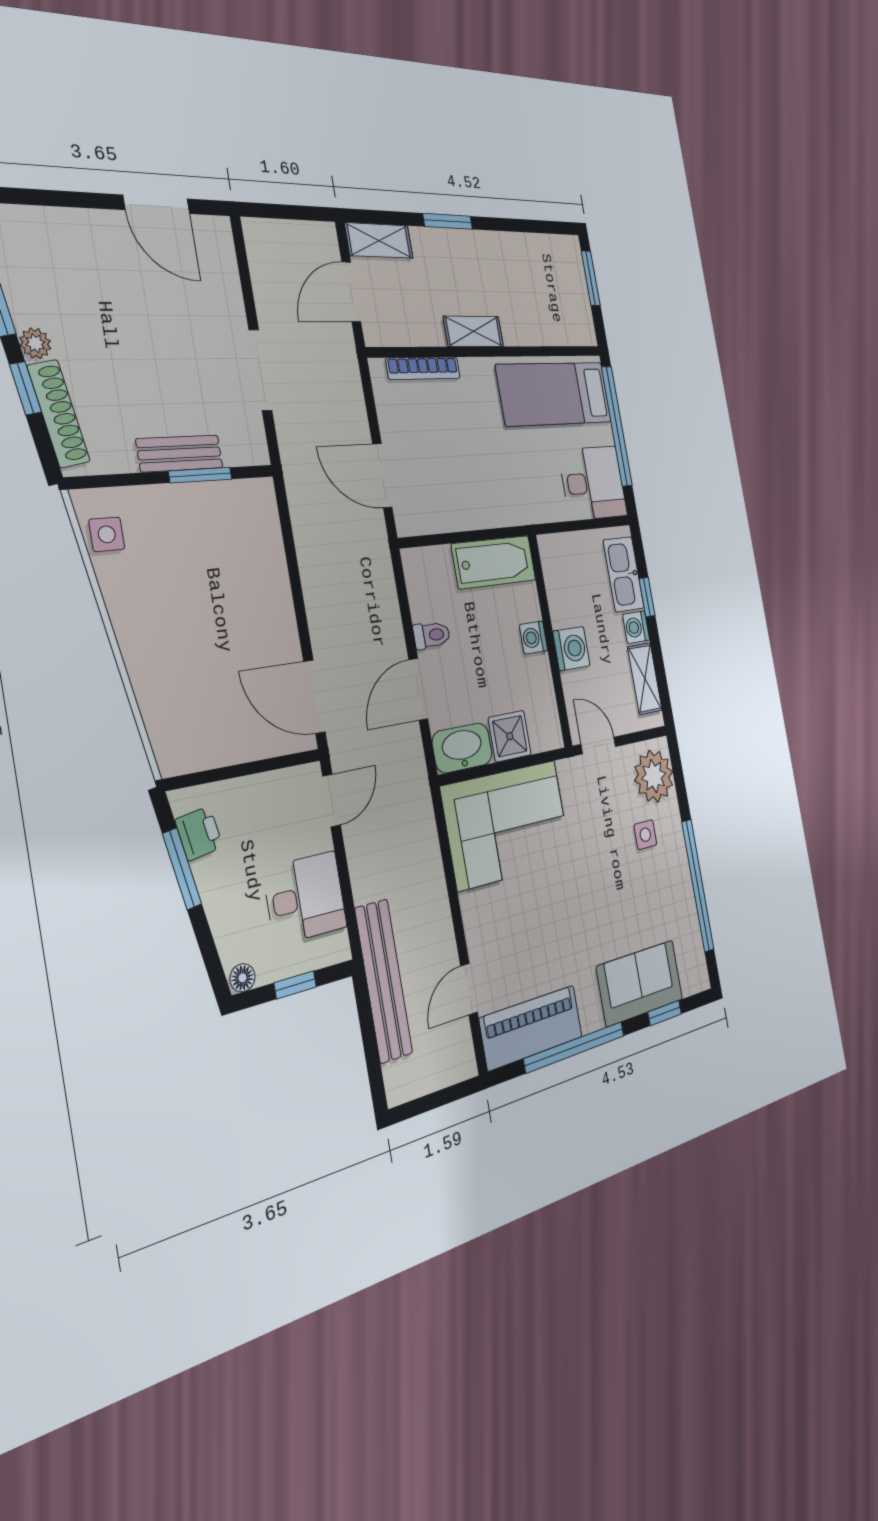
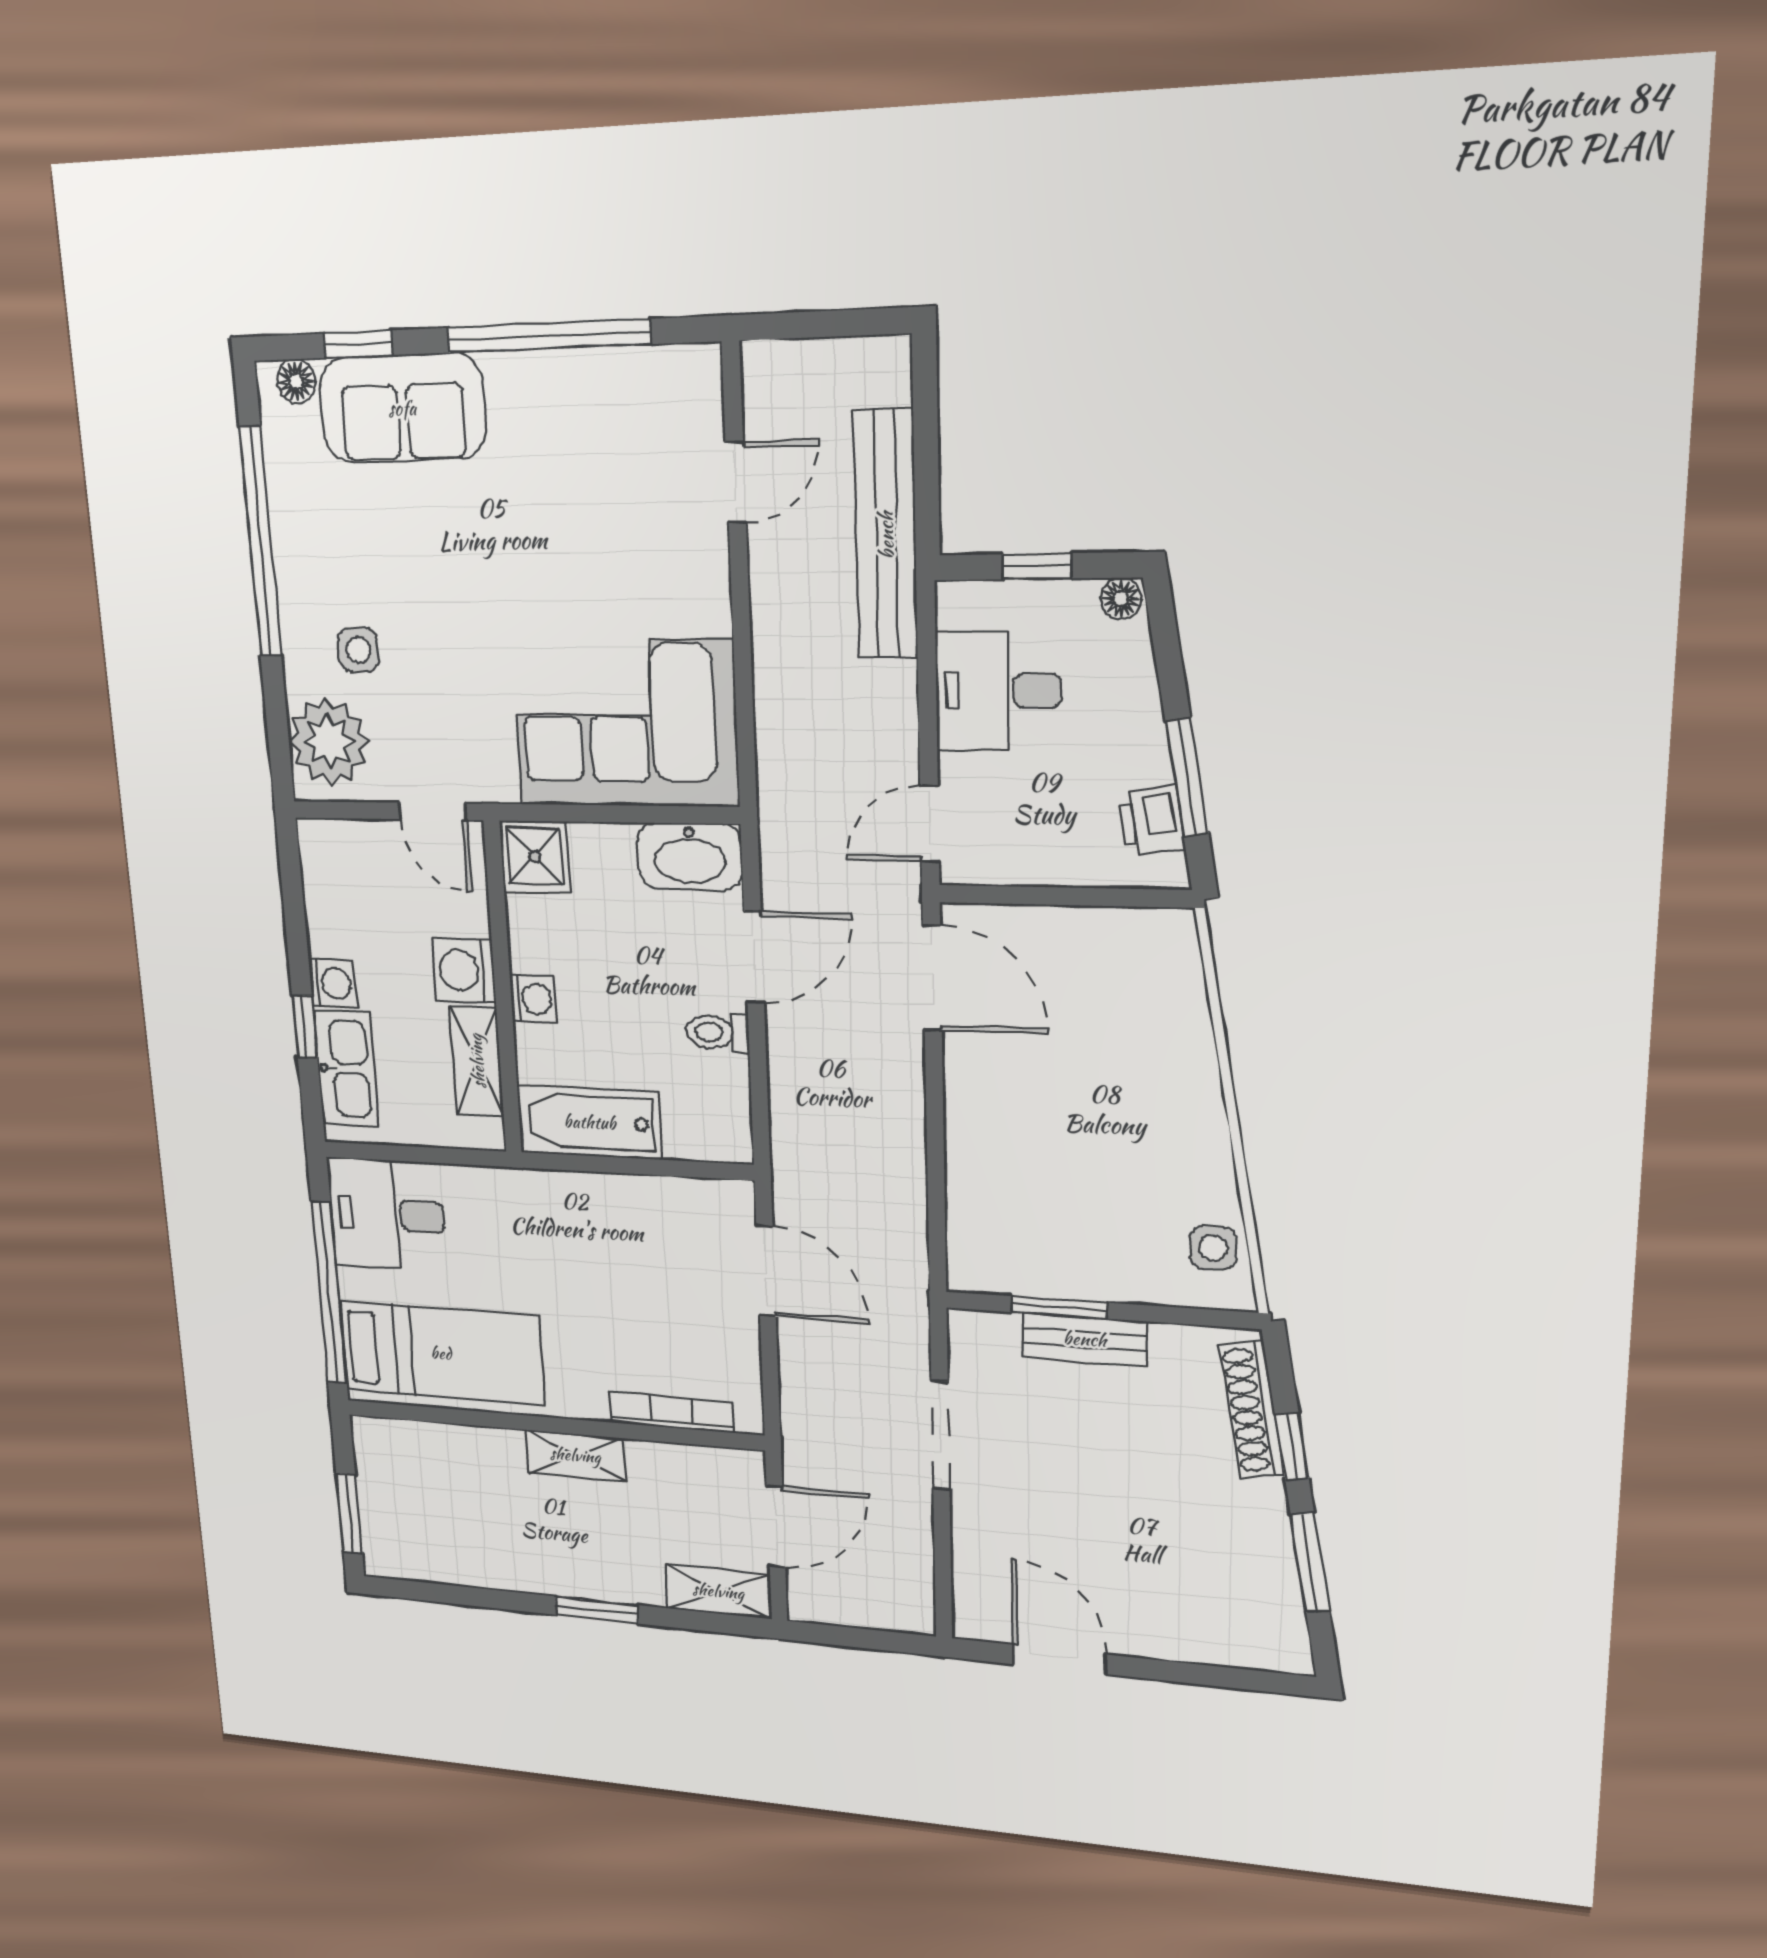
plant: (35, 343) -> (1267, 1500), removed
shelving: (645, 679) -> (477, 1061), moved
shower: (510, 736) -> (535, 856), moved
floor lamp: (691, 983) -> (296, 381), added
piano: (531, 1028) -> (628, 391), removed

